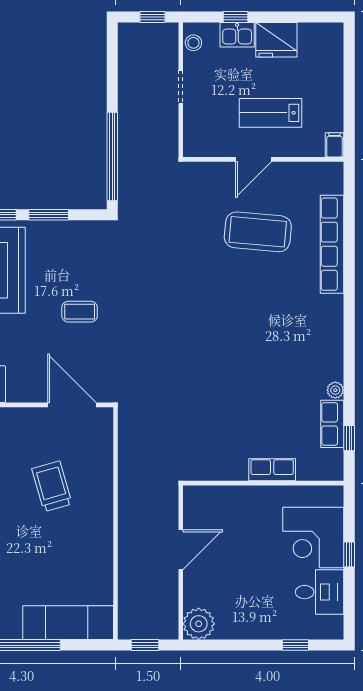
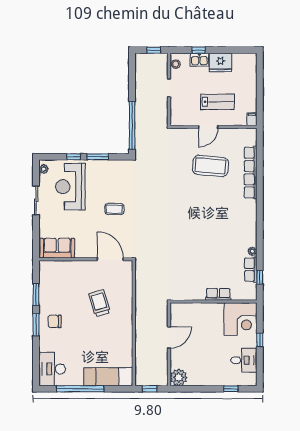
lab bench: (271, 113) -> (217, 102), turned 180
corner desk: (313, 538) -> (240, 319), moved, turned -90

